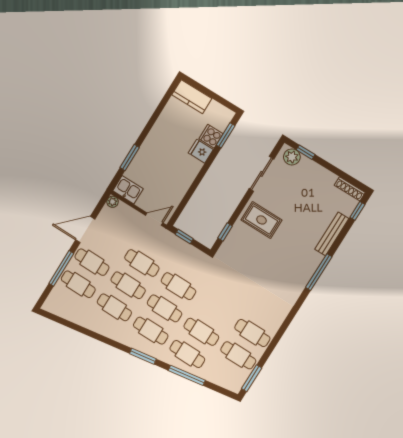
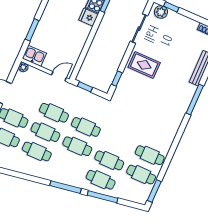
cafe table: (151, 331) -> (69, 166), removed
window: (143, 356) -> (65, 187), width x1.44

